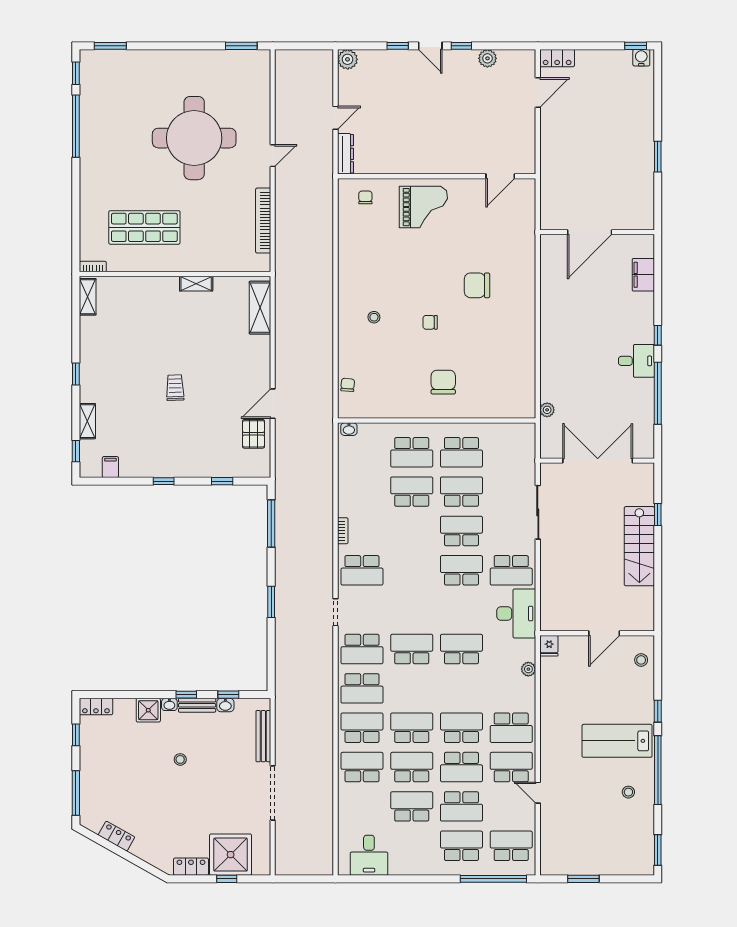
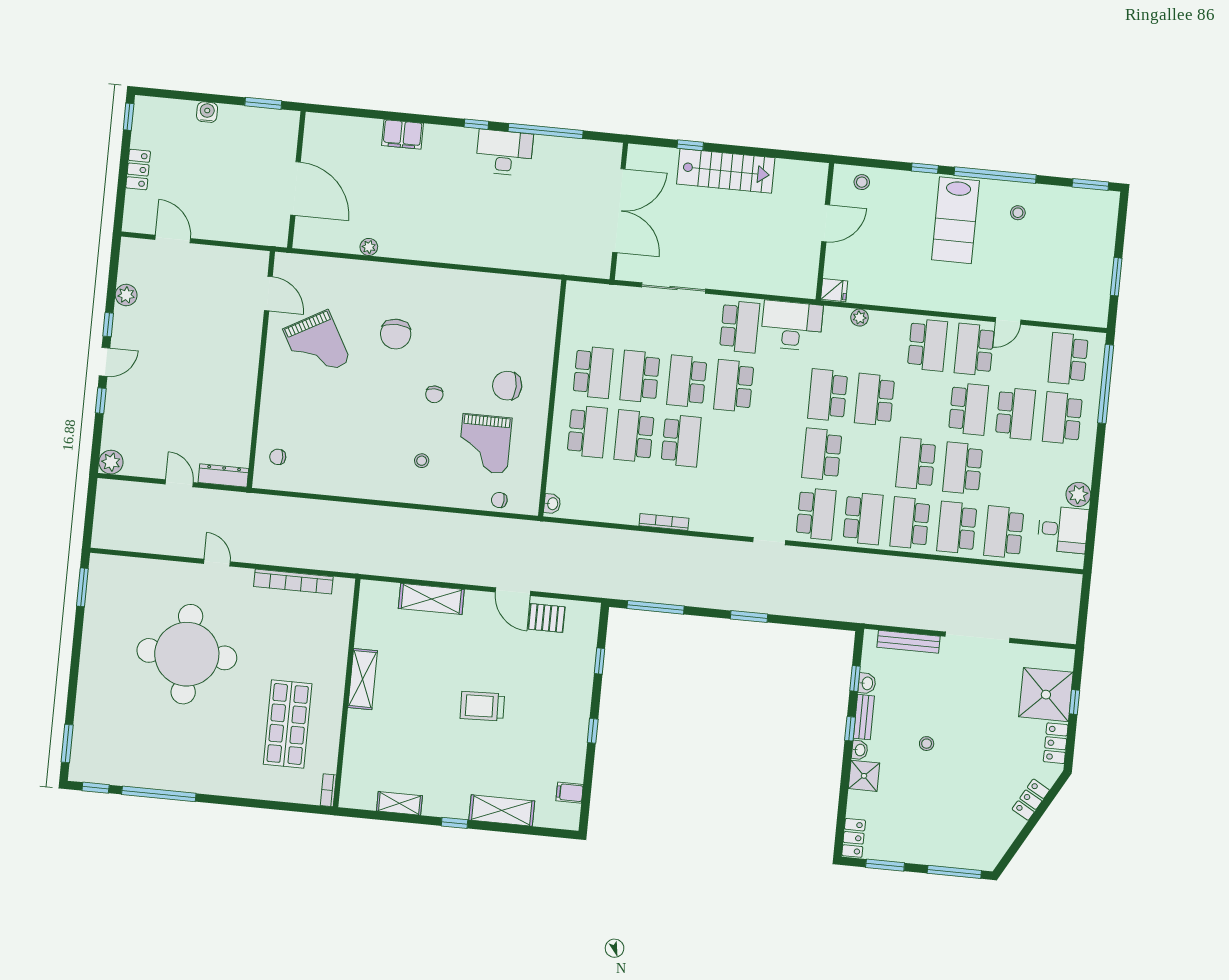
locker: (557, 58) -> (138, 170), moved
water cooler: (641, 58) -> (207, 112), moved, turned 90
grand piano: (423, 207) -> (317, 345), moved, turned 151
door: (590, 232) -> (295, 189), moved
wall: (597, 232) -> (296, 180), moved
shelving: (196, 284) -> (363, 679), width x1.50, depth x1.33
shelving: (88, 297) -> (399, 803), moved
shelving: (260, 308) -> (431, 599), moved
desk: (636, 361) -> (504, 153), width x1.37
grand piano: (393, 368) -> (485, 444), added
trolley: (175, 388) -> (482, 706), width x1.36, depth x1.39
plant: (547, 410) -> (369, 247), moved
shelving: (87, 421) -> (502, 811), width x1.50, depth x1.33
window: (76, 451) -> (547, 832), removed
double door: (598, 461) -> (619, 211), swing flipped
bookcase: (343, 531) -> (664, 522), width x1.56
school desk: (362, 570) -> (681, 441), moved
door: (604, 633) -> (826, 223), hinge flipped
school desk: (461, 728) -> (875, 400), moved
window: (76, 735) -> (885, 865), width x1.50
school desk: (412, 806) -> (1004, 532), moved
locker: (116, 836) -> (1031, 800), moved
plant: (399, 865) -> (1078, 494), added

